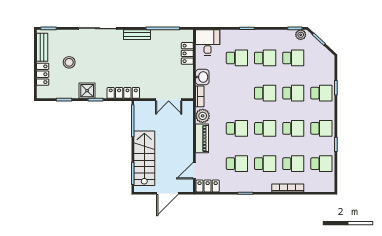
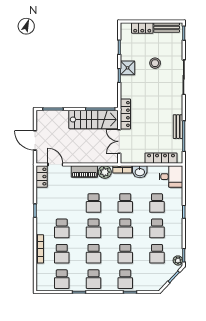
bench: (137, 35) -> (178, 127), moved
locker: (187, 53) -> (161, 158), width x1.53
stool: (69, 62) -> (155, 63), moved
locker: (123, 93) -> (125, 114), moved
stairs: (144, 158) -> (94, 120), moved
school desk: (237, 164) -> (125, 203), moved

